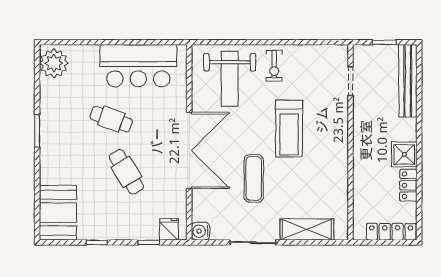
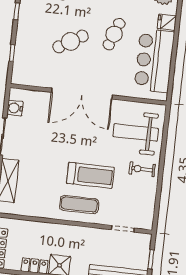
treadmill: (289, 129) -> (90, 175), turned 180
exercise mat: (254, 178) -> (79, 205), moved
fridge: (169, 229) -> (167, 22), moved, turned 180
water cooler: (201, 231) -> (15, 108), moved, turned -90

